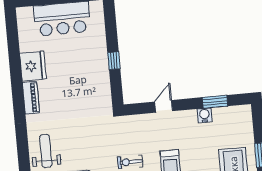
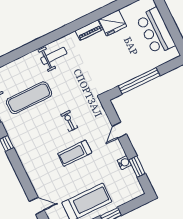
window: (114, 61) -> (139, 81), width x3.17
door: (164, 106) -> (119, 130), swing flipped

